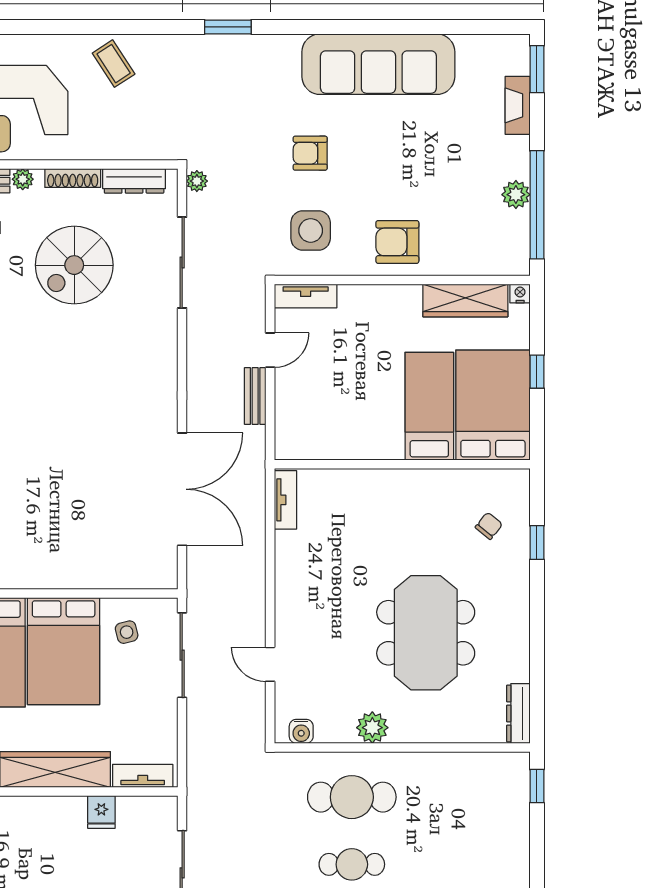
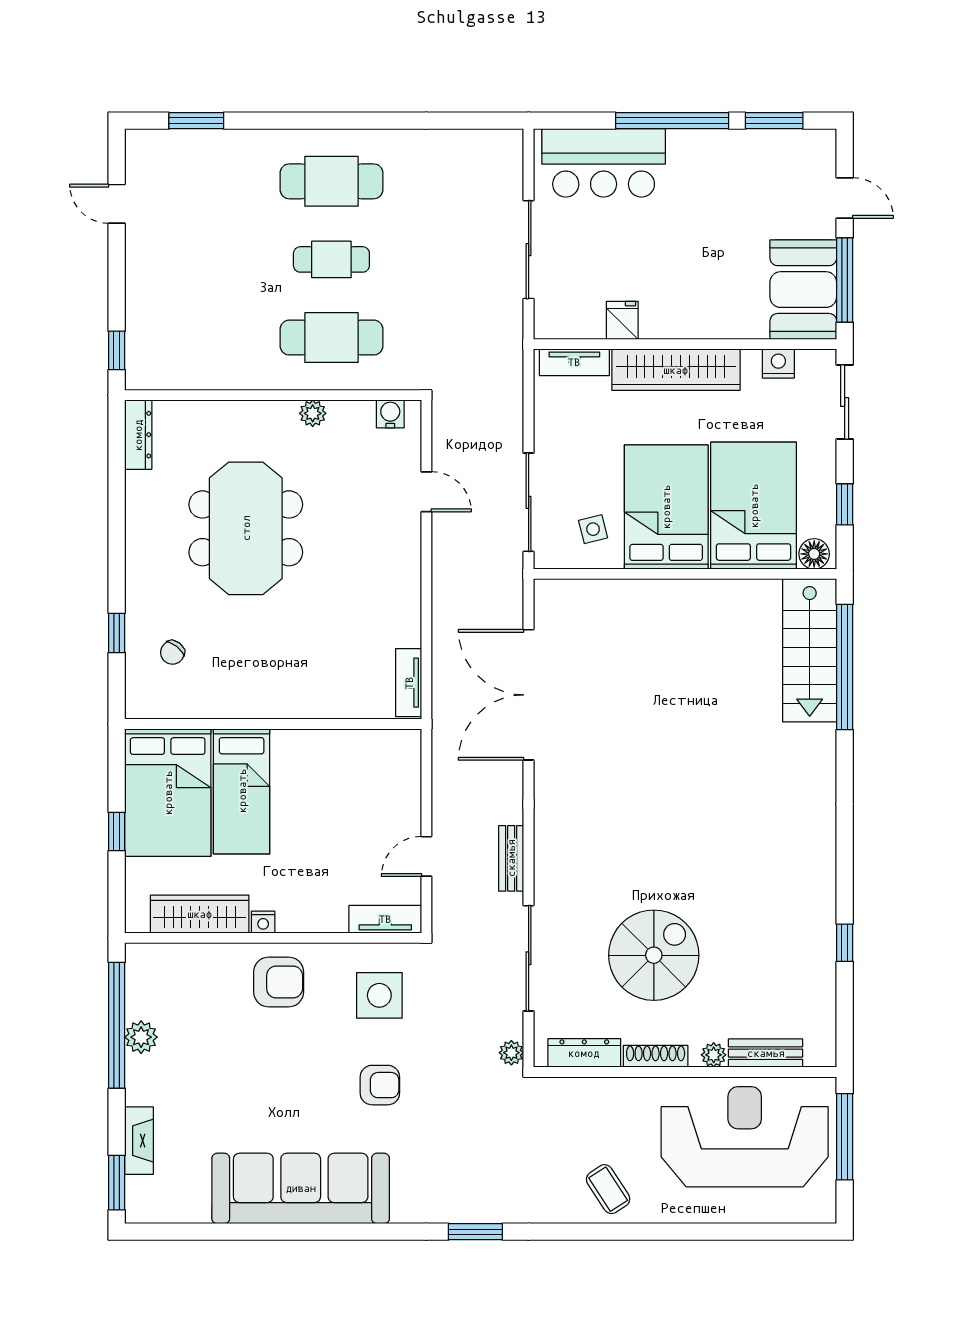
nightstand: (520, 294) -> (263, 922), moved
bench: (255, 396) -> (511, 858), moved
plant: (372, 728) -> (313, 413), width x0.73, depth x0.73

